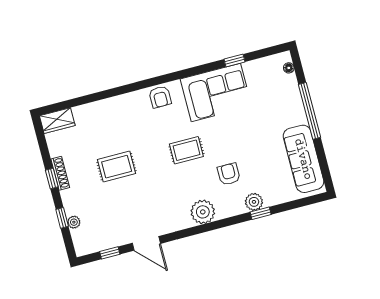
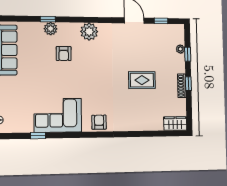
rug: (186, 150) -> (90, 79), removed

